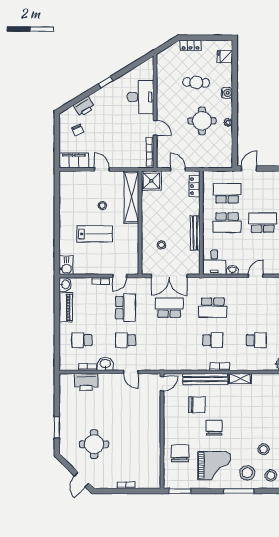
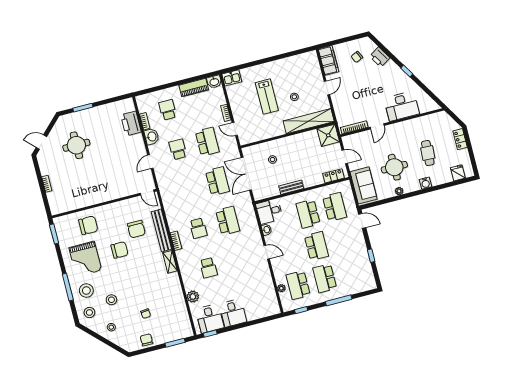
sofa: (213, 158) -> (364, 185), added
door: (178, 169) -> (345, 157), hinge flipped
bench: (195, 233) -> (291, 187), width x0.73
school desk: (125, 308) -> (207, 142), turned -90
school desk: (213, 308) -> (228, 221), turned 180

